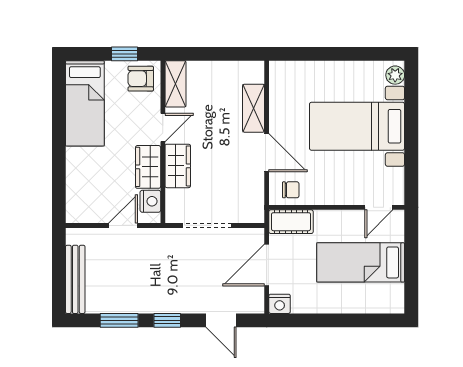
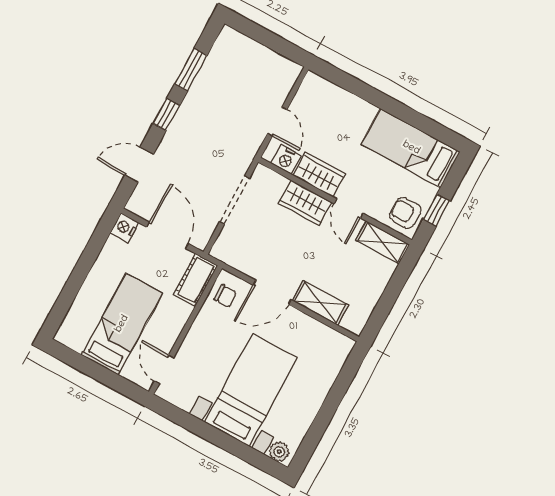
armchair: (141, 79) -> (405, 213), turned -90
chair: (291, 190) -> (225, 296), turned -90
bench: (75, 279) -> (251, 50), removed

